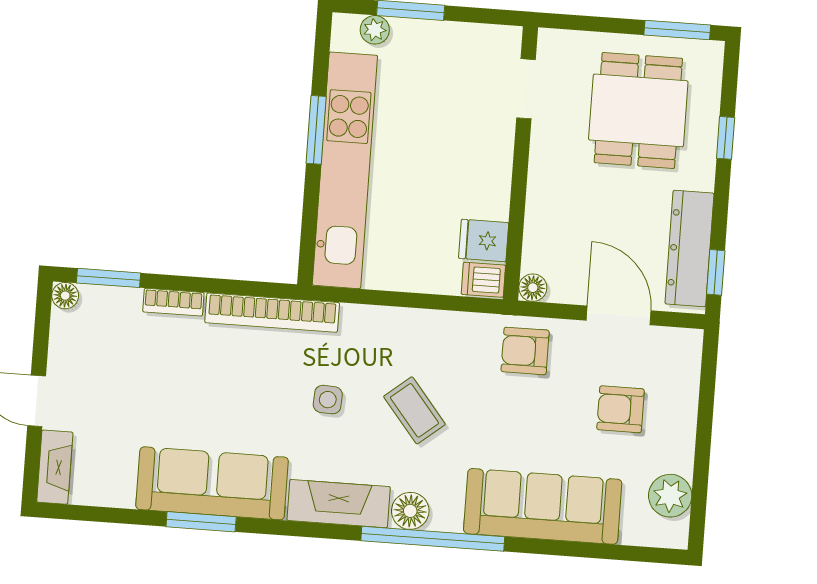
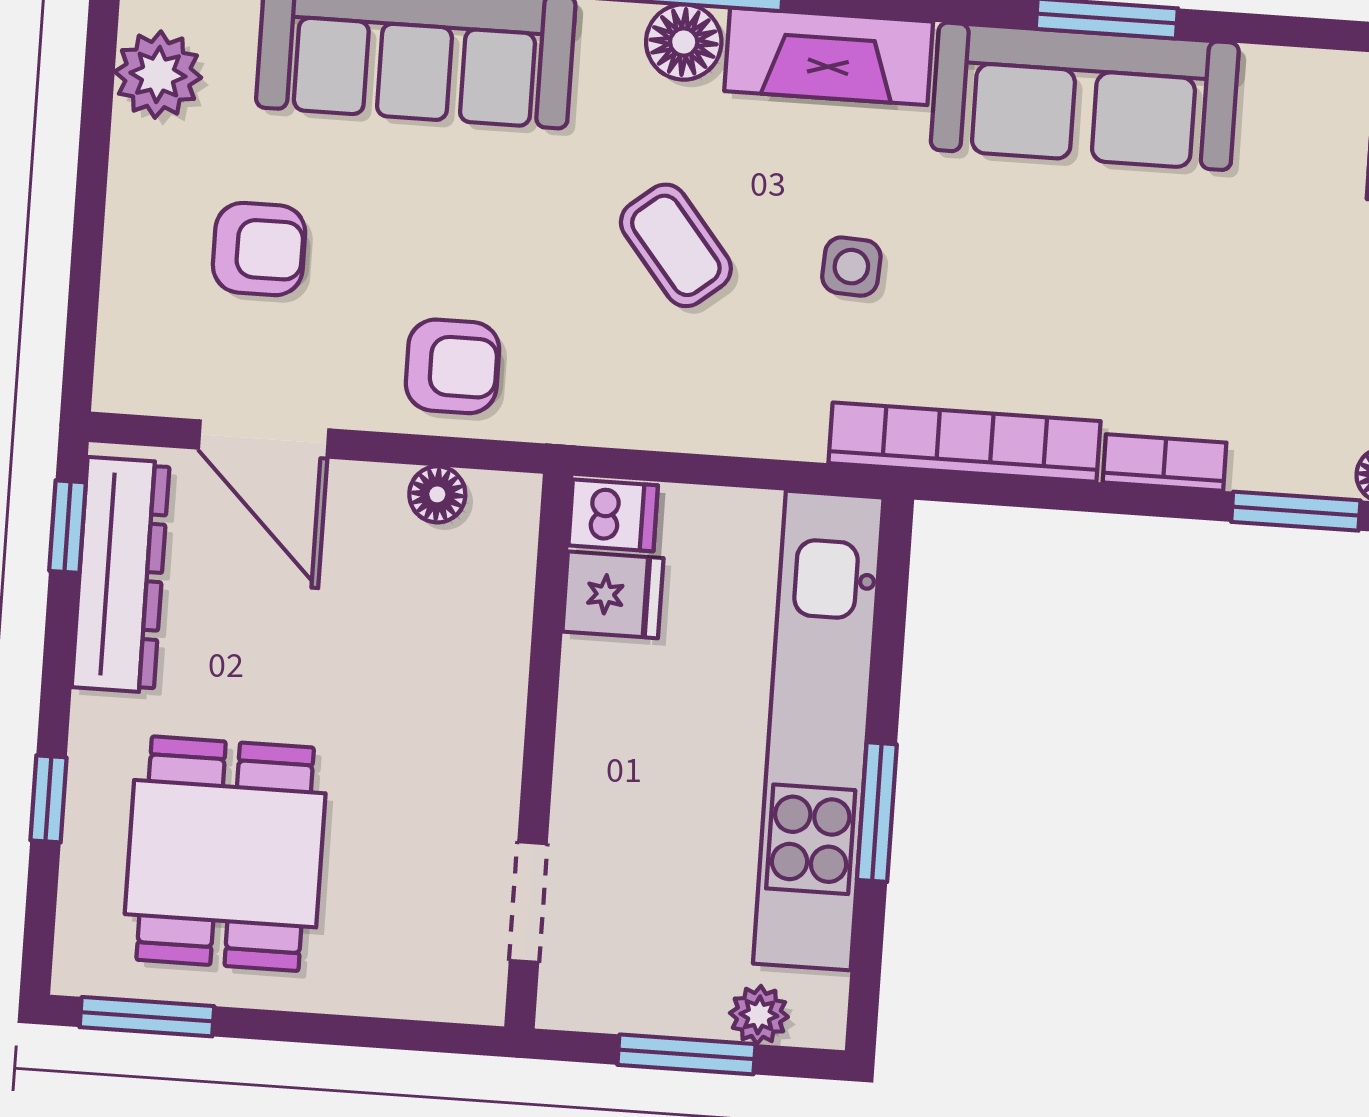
doorway: (526, 89) -> (528, 902), moved
wall: (521, 163) -> (539, 751), moved
fridge: (484, 240) -> (613, 595), moved
dishwasher: (483, 280) -> (613, 515), moved

